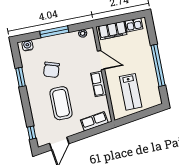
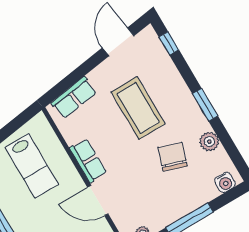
plant: (28, 71) -> (209, 142), added
window: (20, 77) -> (205, 105), moved
lab bench: (131, 92) -> (32, 166), turned 180

